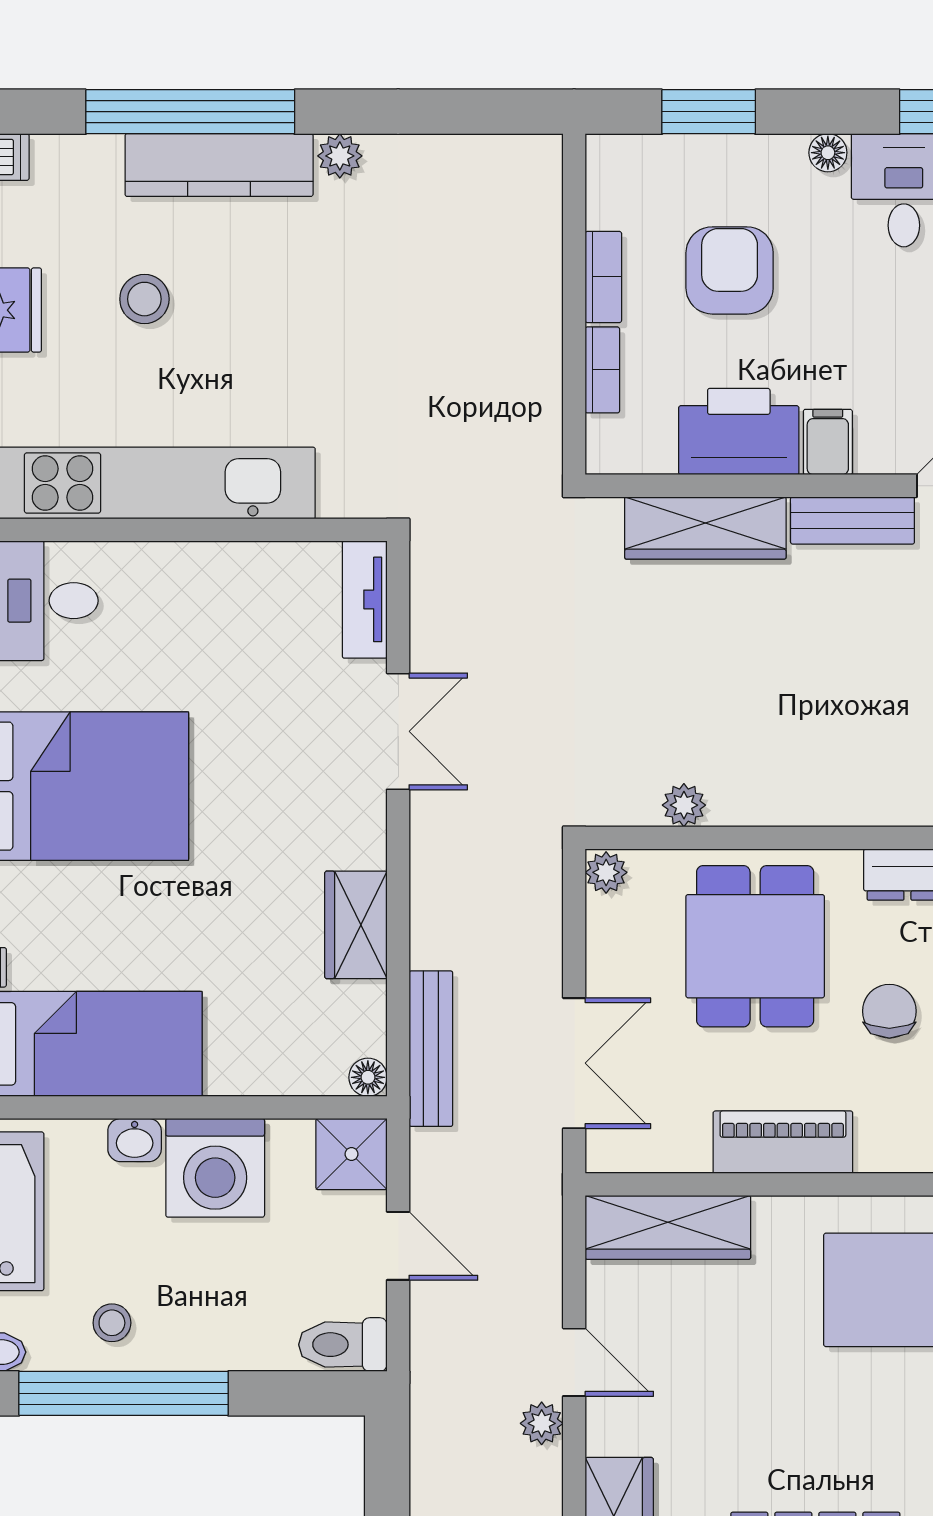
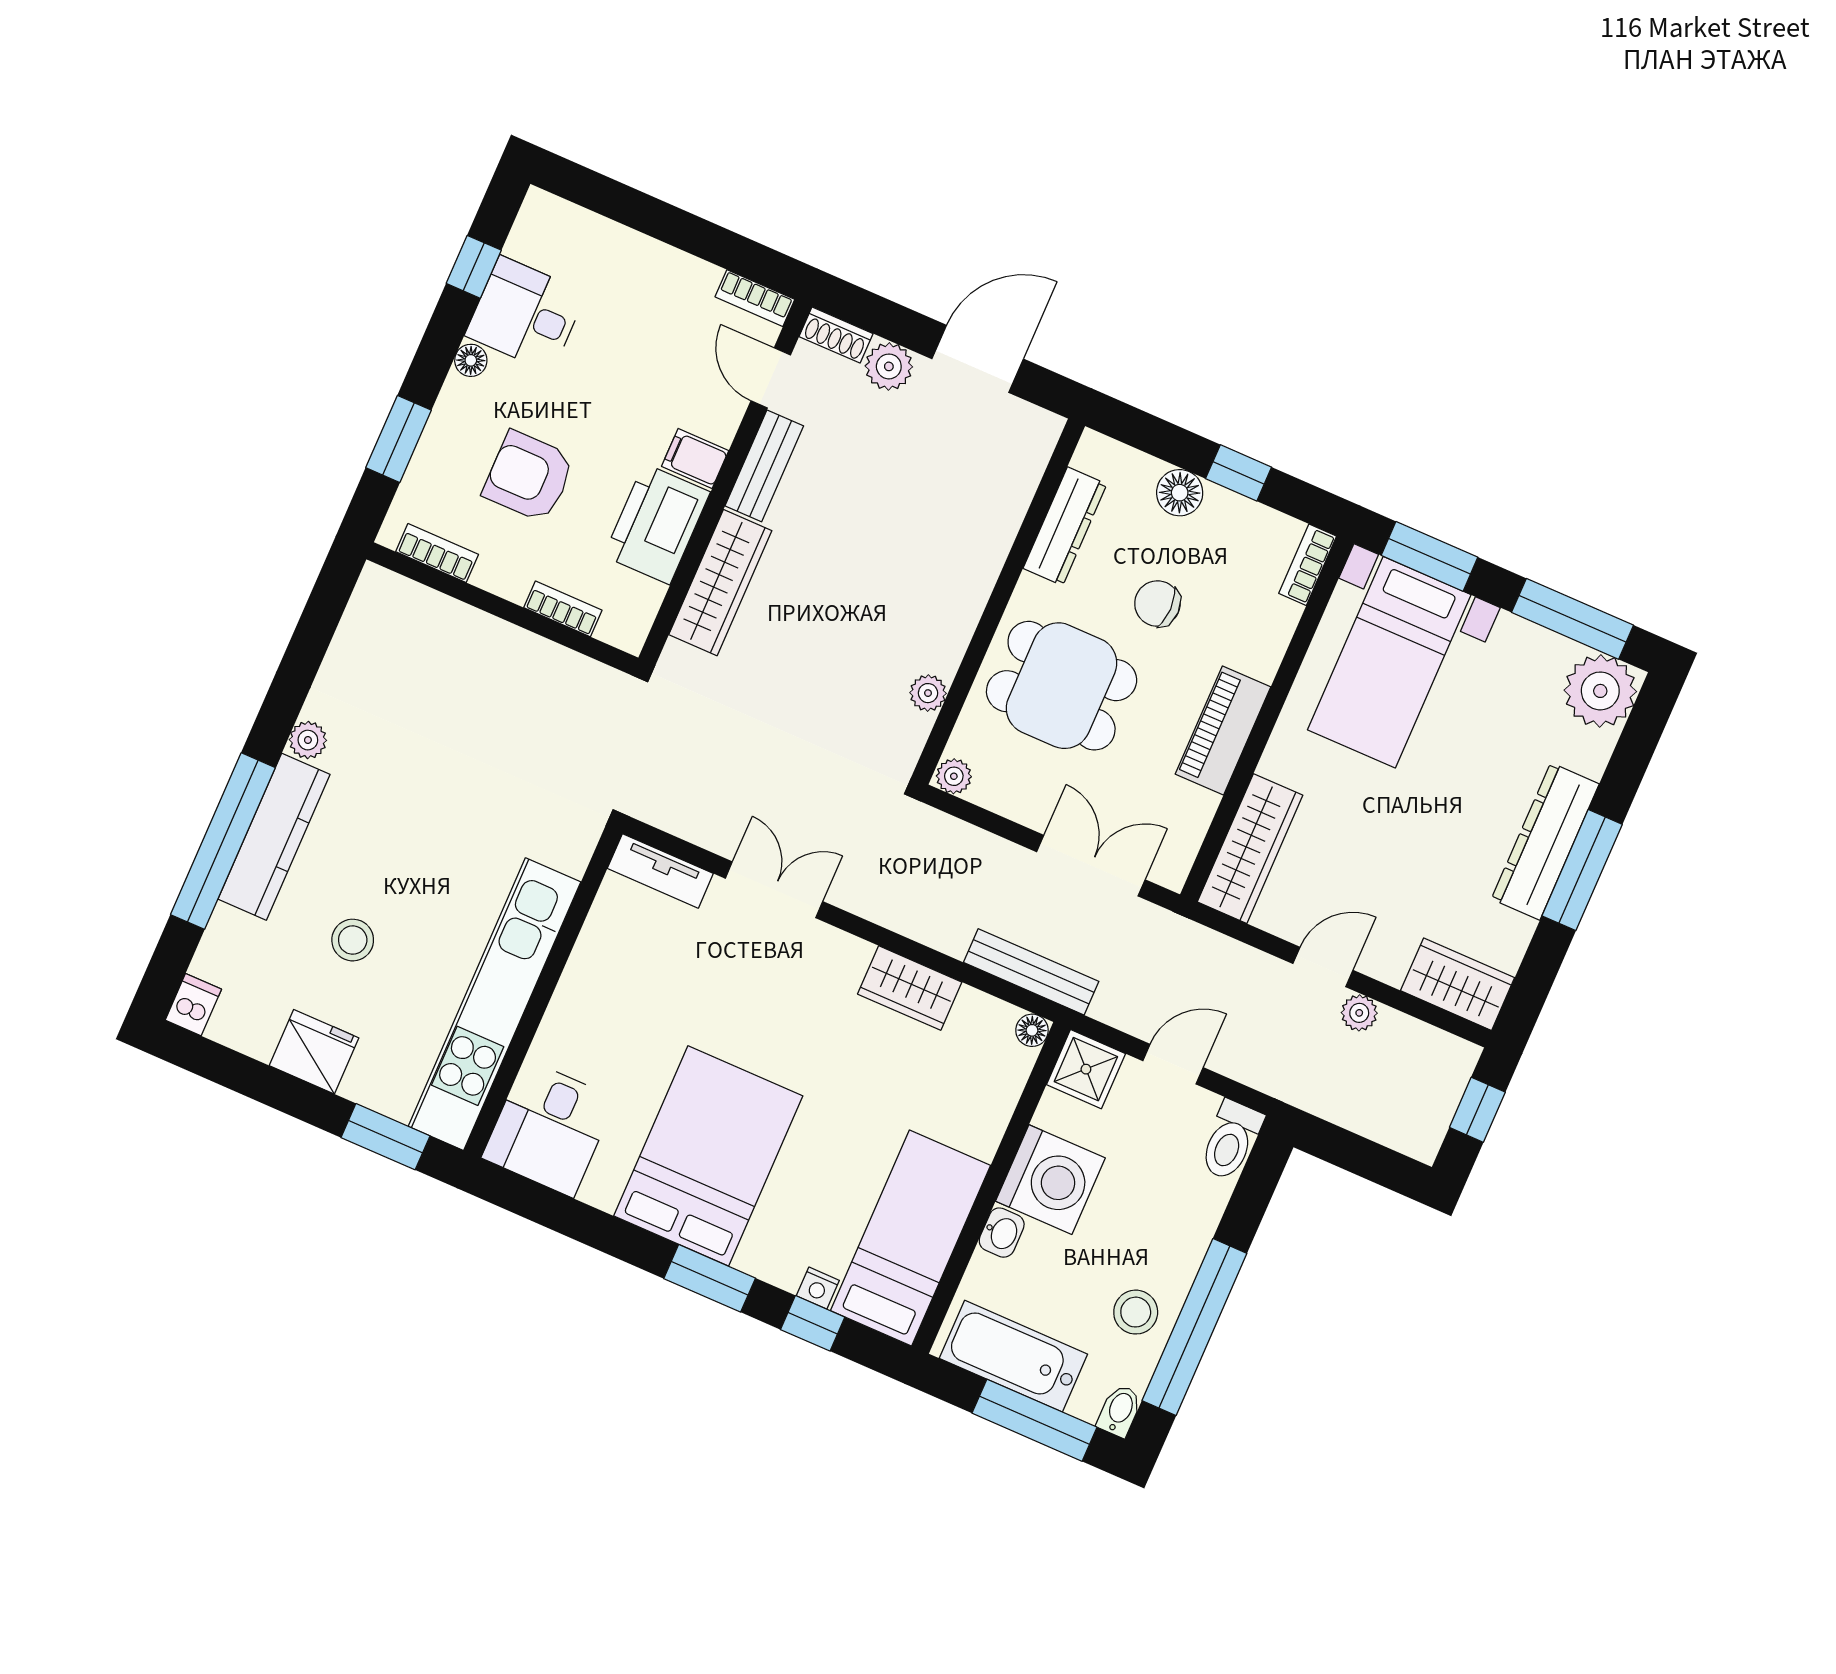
bookcase: (603, 277) -> (437, 553), moved
stool: (112, 1323) -> (1136, 1312), width x1.37, depth x1.37

